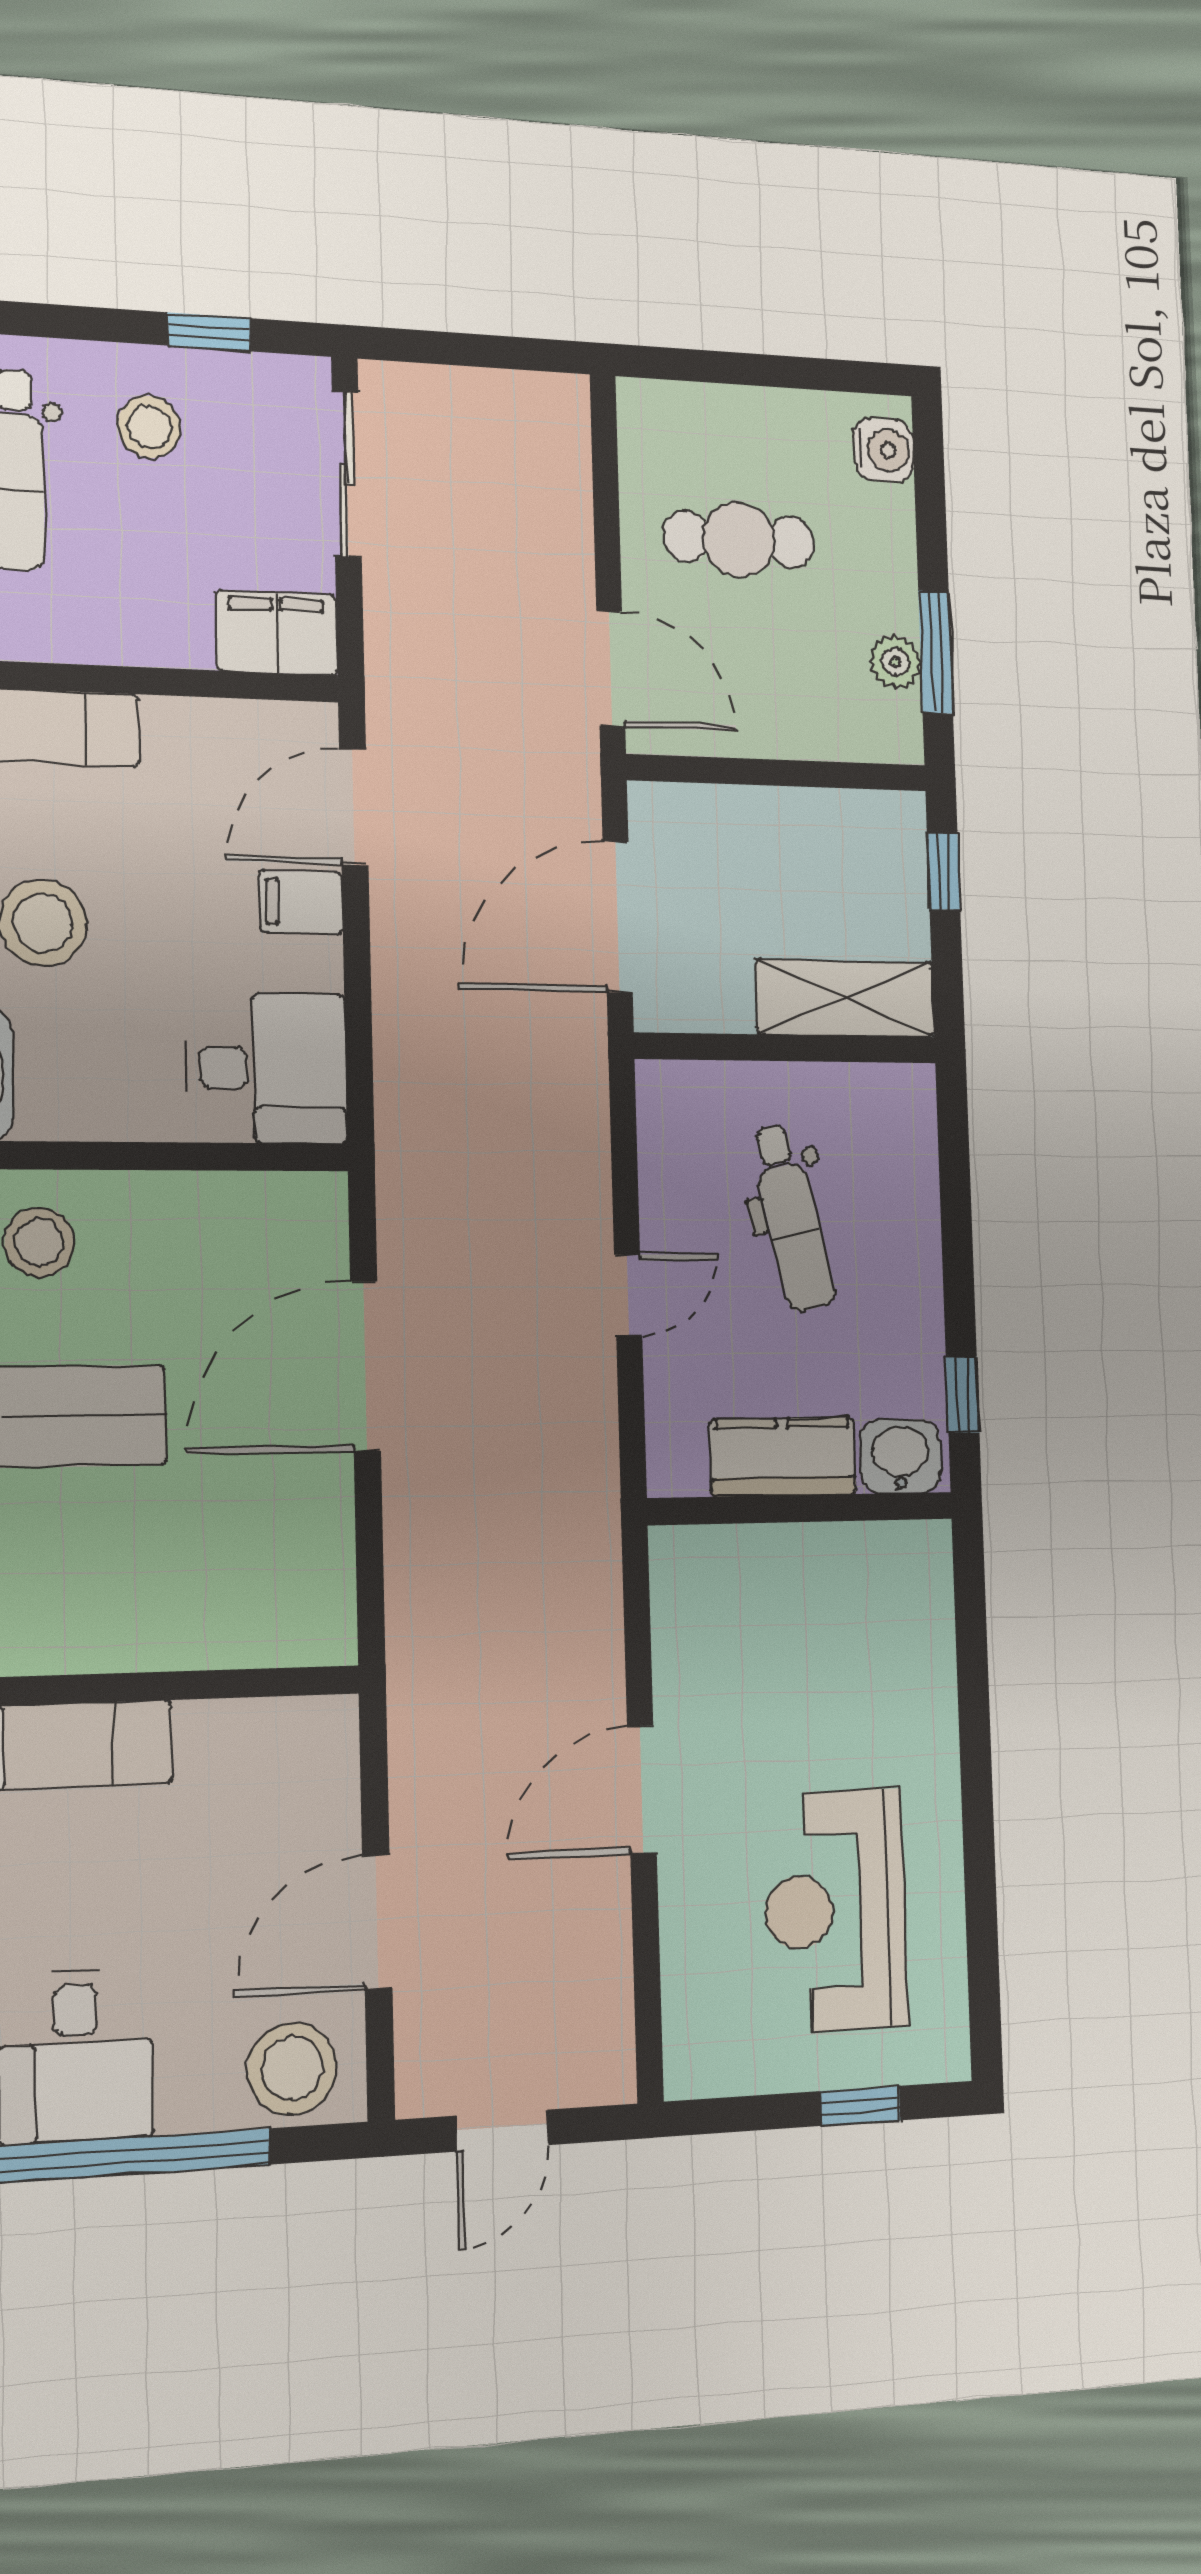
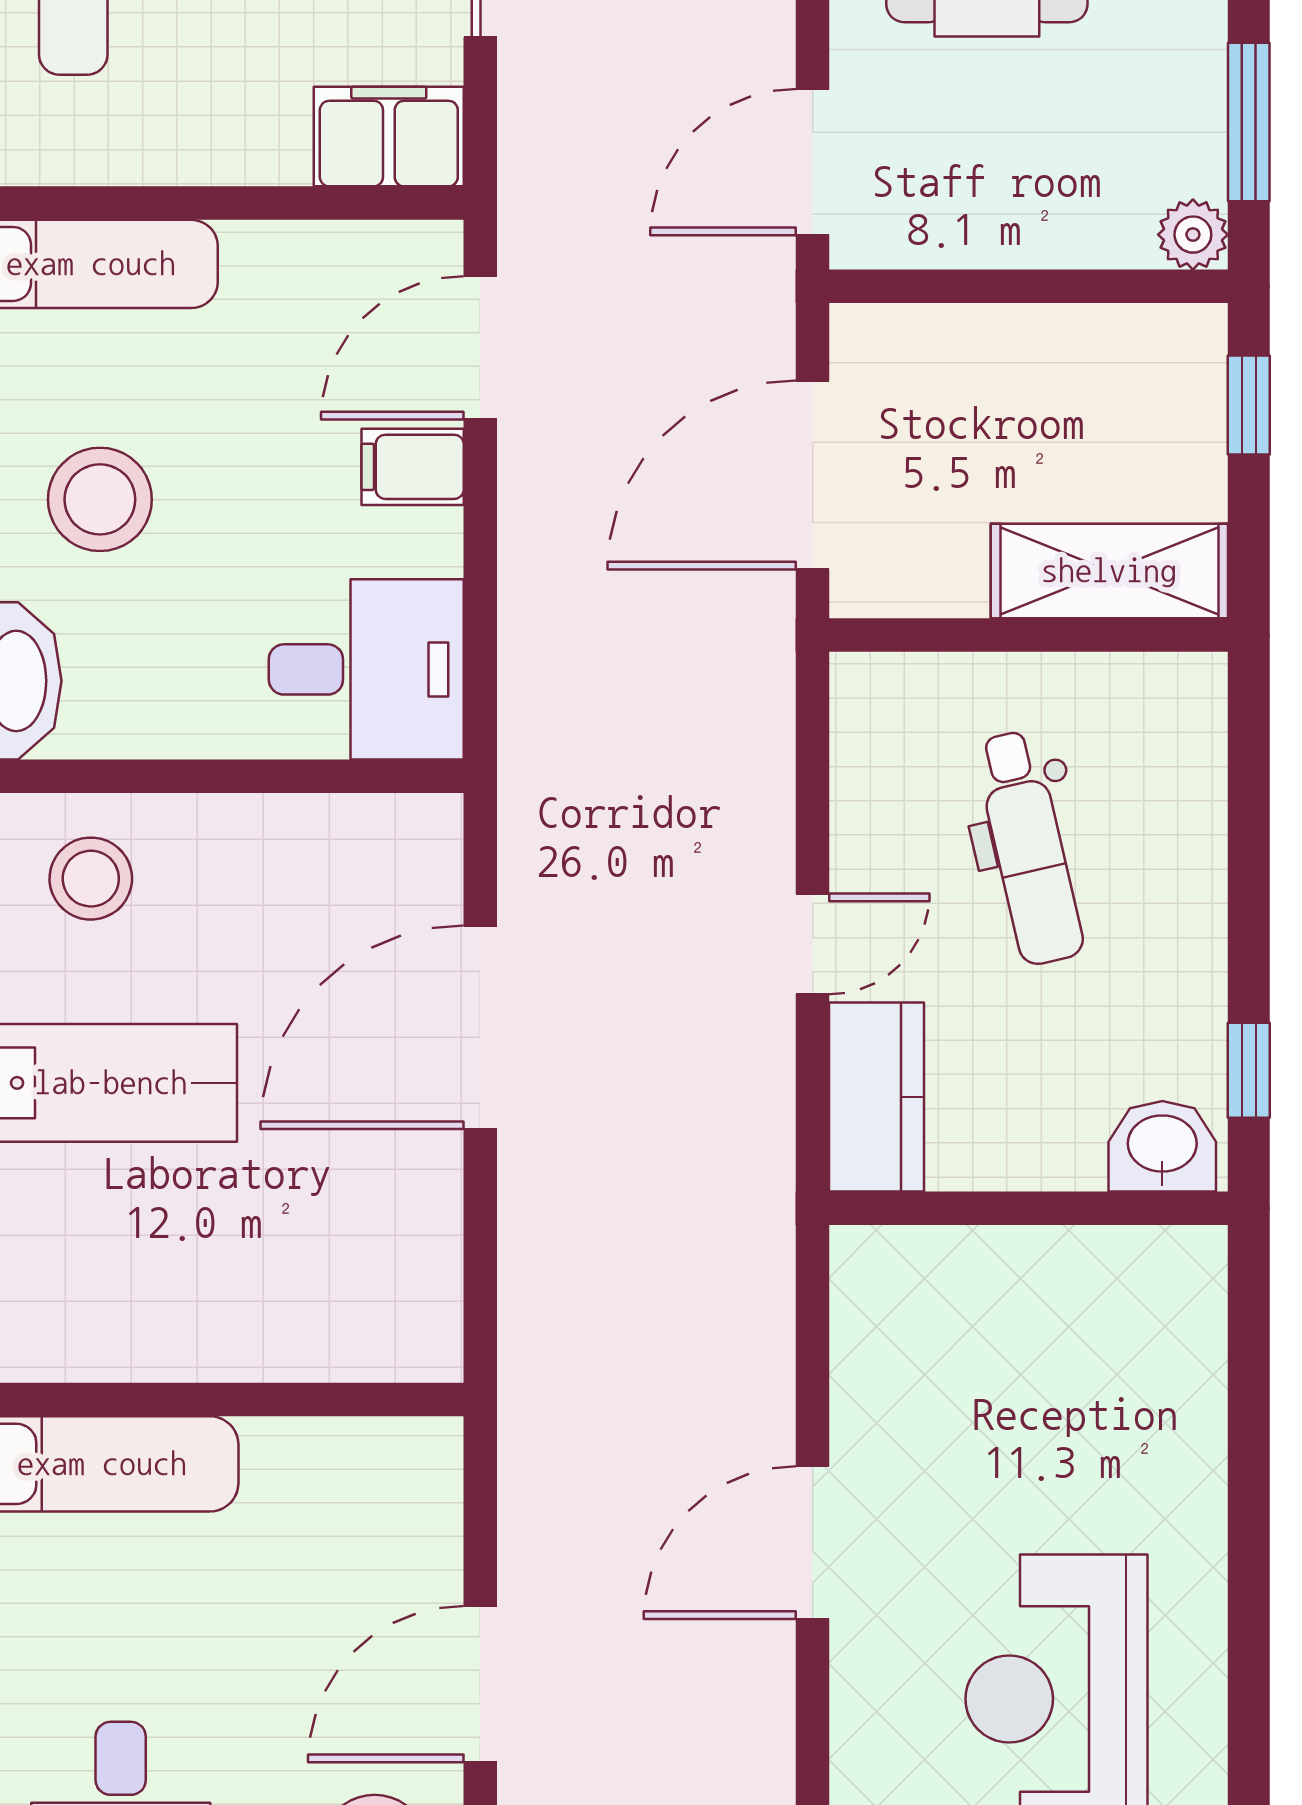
plant: (895, 662) -> (1193, 235), moved
door: (611, 668) -> (813, 162), swing flipped
kitchen counter: (783, 1457) -> (877, 1097), moved, turned 90

